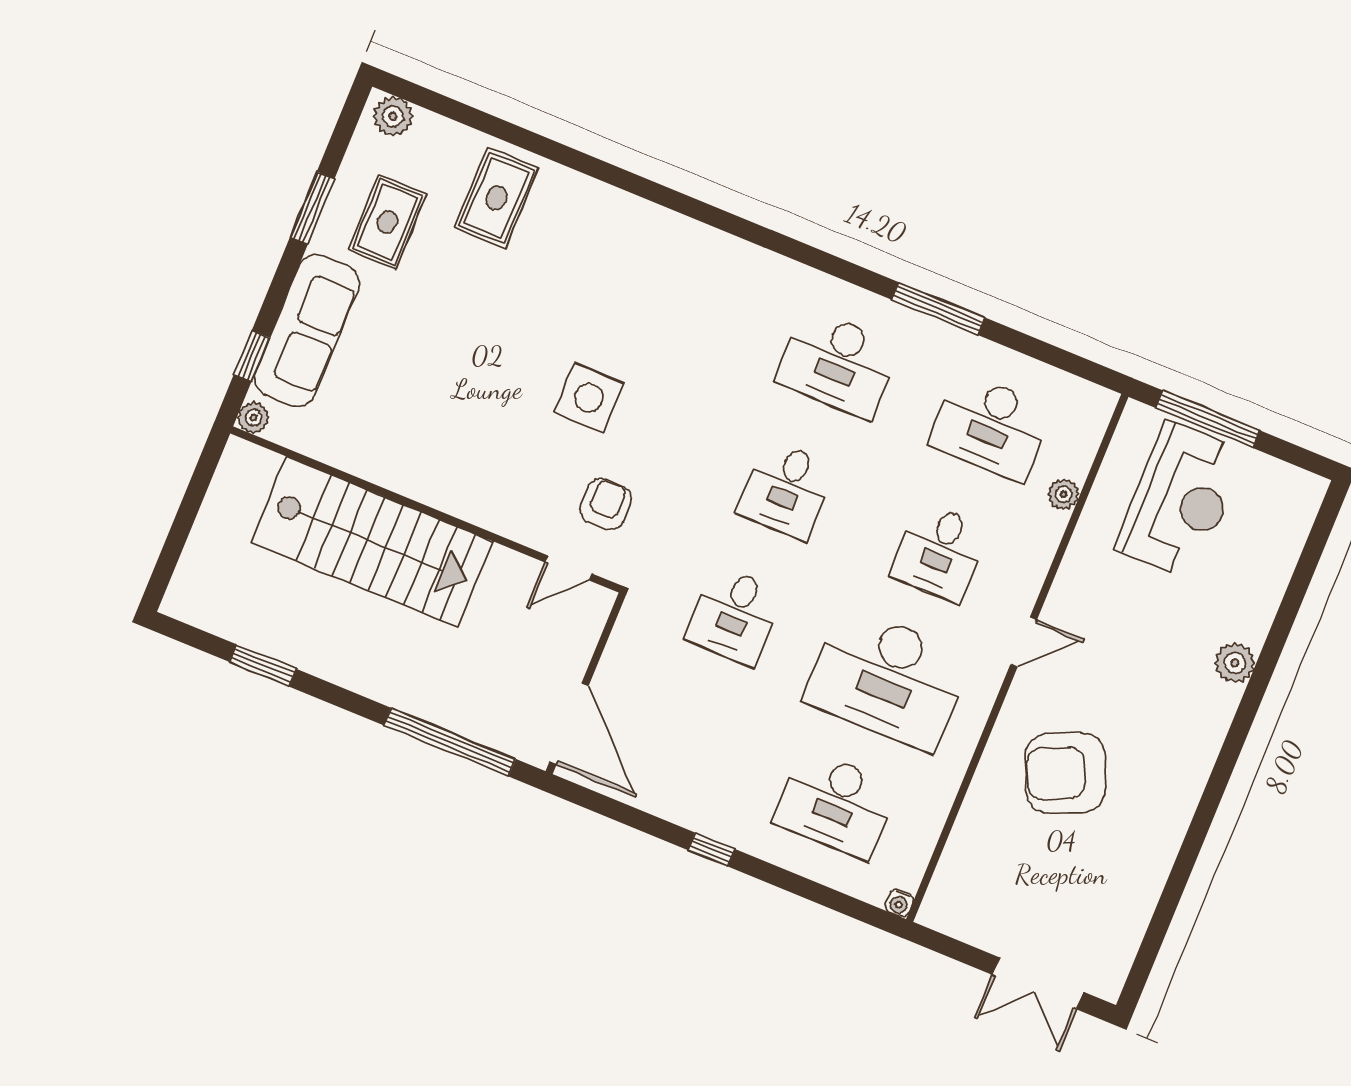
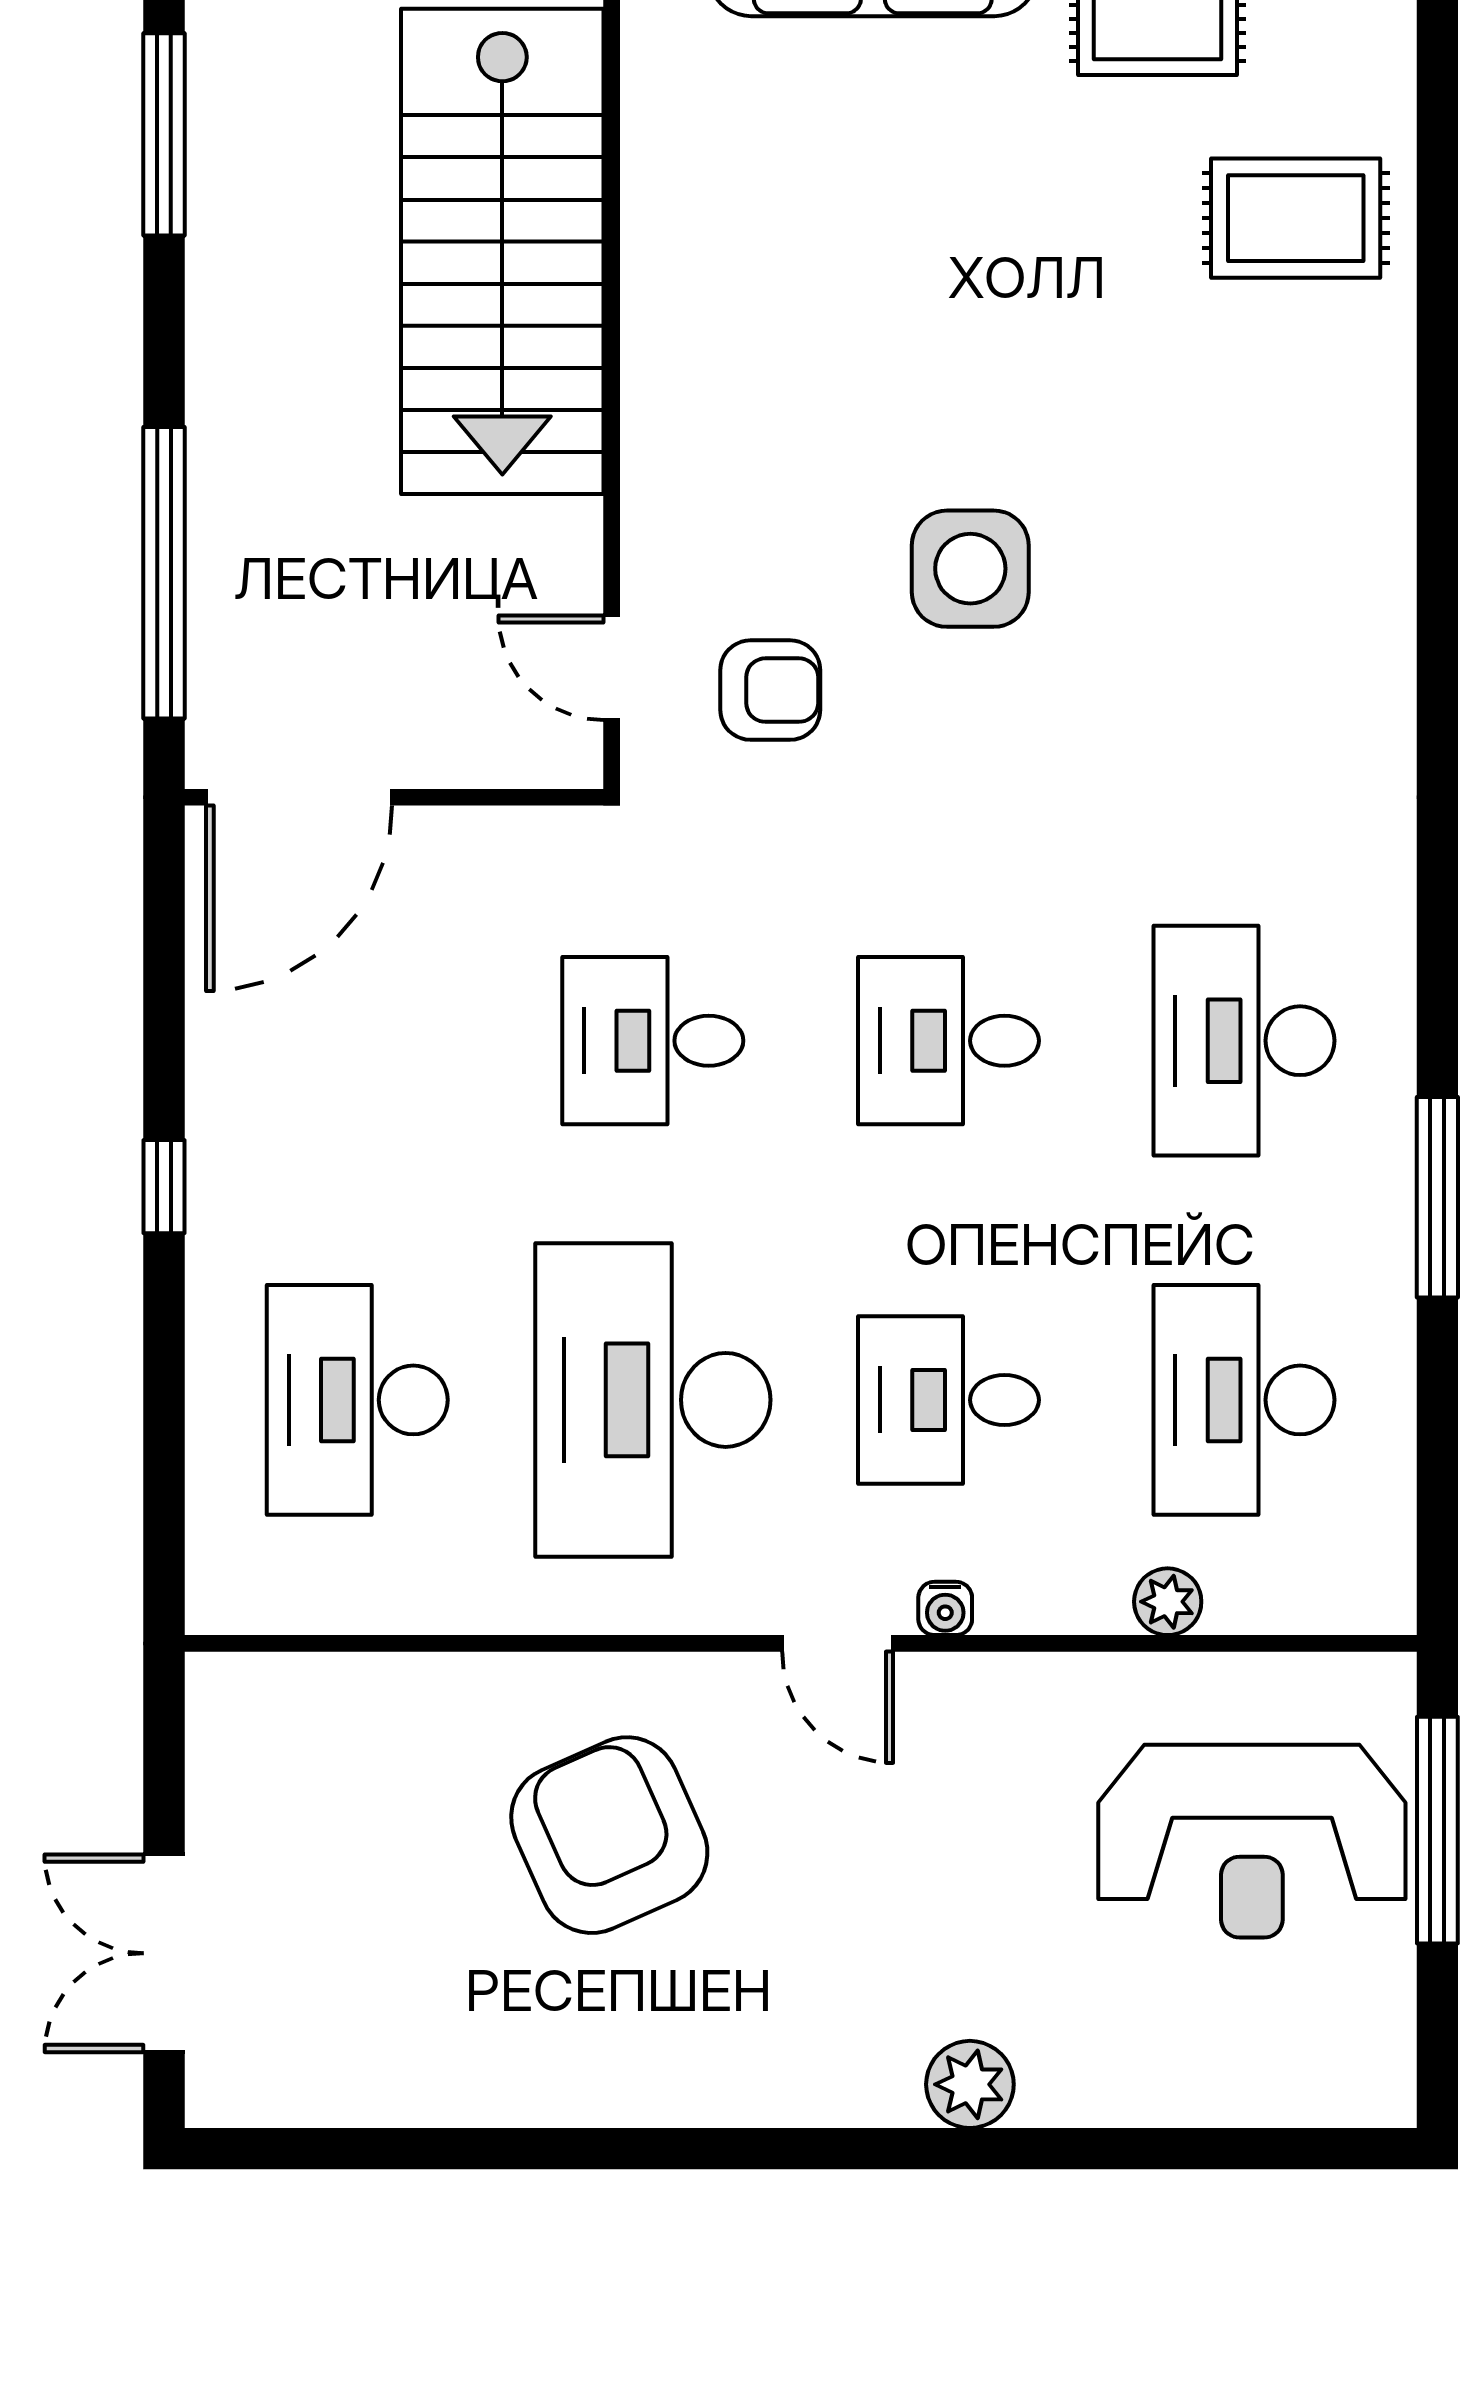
window: (263, 665) -> (164, 134), width x1.44
water cooler: (899, 903) -> (945, 1608), moved, turned -90

